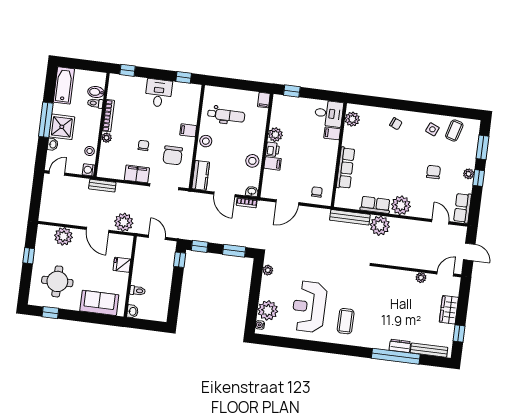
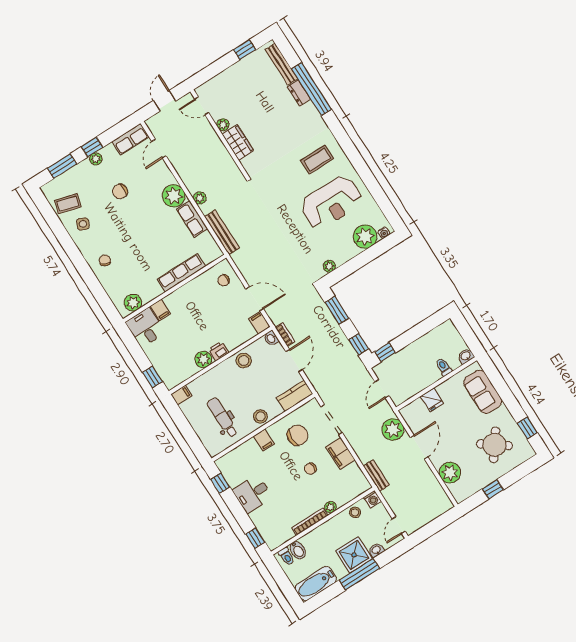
toilet: (95, 103) -> (286, 556), moved
filing cabinet: (273, 163) -> (259, 323), moved
door: (57, 173) -> (399, 525), hinge flipped
plant: (380, 226) -> (200, 198), width x0.53, depth x0.53
round table: (57, 281) -> (495, 445), turned 36
wardrobe: (449, 310) -> (238, 142), moved, turned -90

